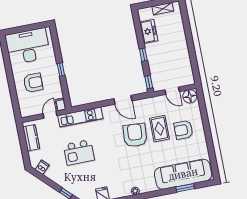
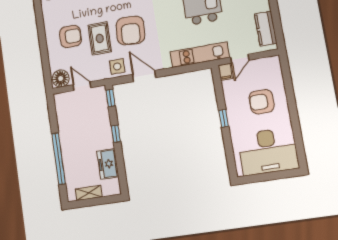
window: (188, 34) -> (59, 159), added
side table: (144, 107) -> (117, 66), added

